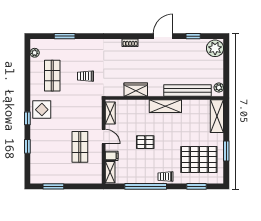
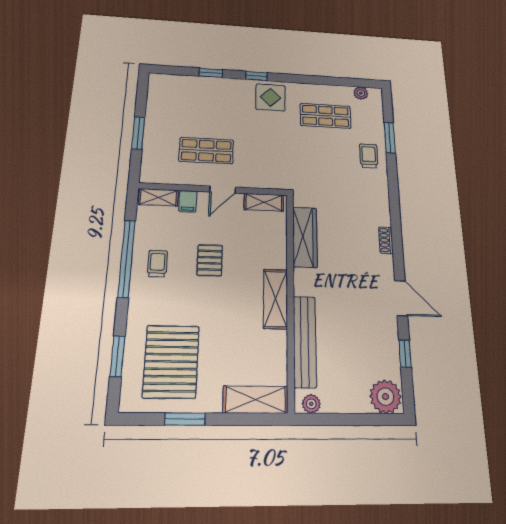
trolley: (86, 76) -> (369, 156), moved
wardrobe: (136, 90) -> (305, 237), width x1.50
trolley: (165, 177) -> (157, 264), moved
window: (53, 186) -> (138, 133), moved

